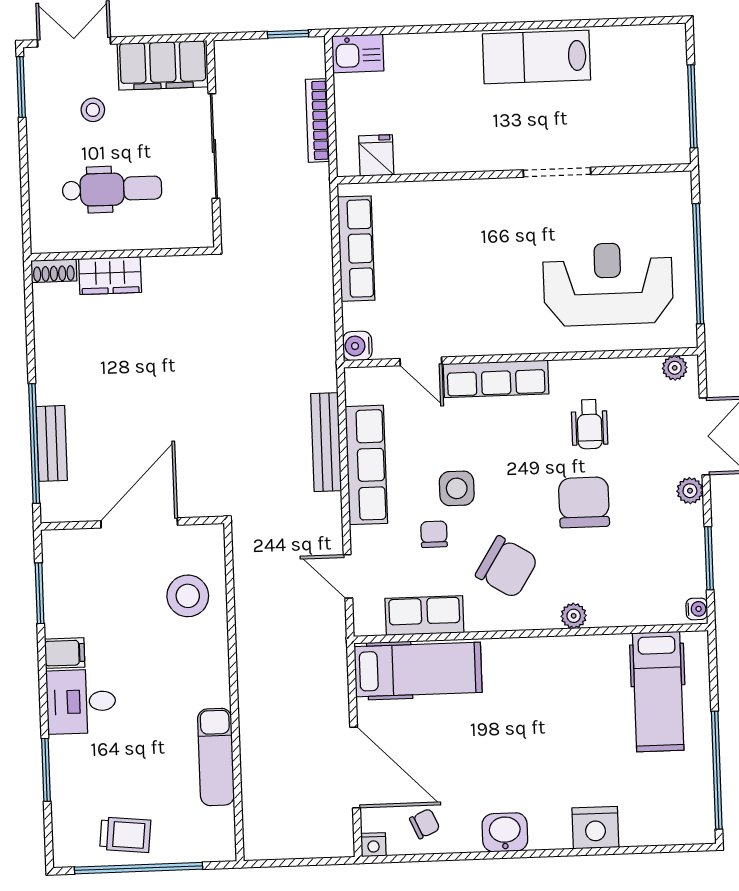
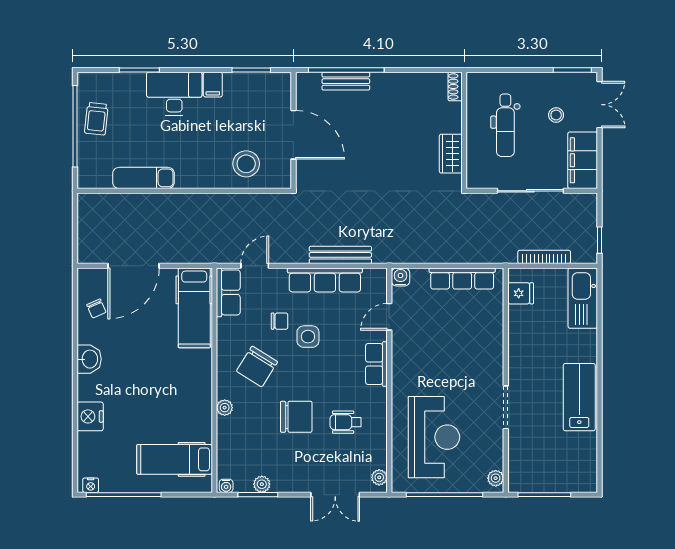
kitchen sink: (358, 53) -> (583, 298), width x1.87, depth x1.24
plant: (669, 184) -> (496, 478), added
wardrobe: (110, 276) -> (451, 154), moved
row of seats: (496, 379) -> (376, 364), width x0.68
plant: (690, 491) -> (262, 484), moved
row of seats: (424, 616) -> (228, 292), moved
desk: (81, 702) -> (174, 94), width x1.37
nightstand: (373, 845) -> (91, 485), moved, turned -90

